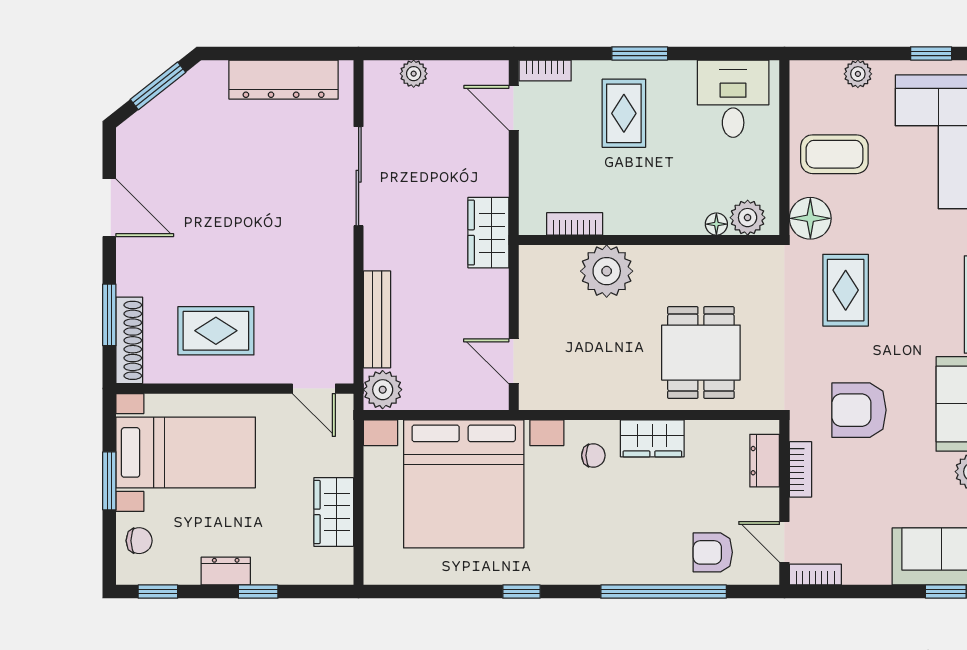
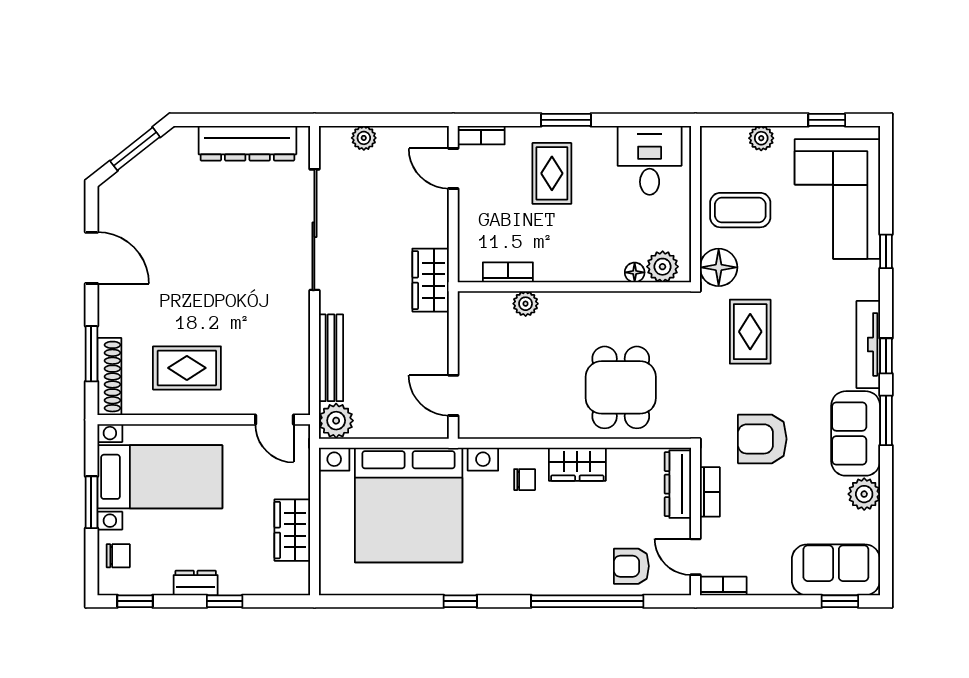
sliding door: (359, 176) -> (314, 230), width x1.36
plant: (607, 271) -> (526, 304), width x0.53, depth x0.53
dresser: (765, 461) -> (678, 484), width x1.44

